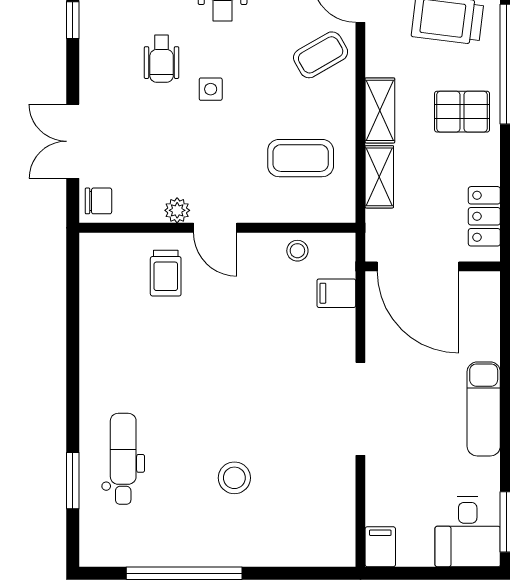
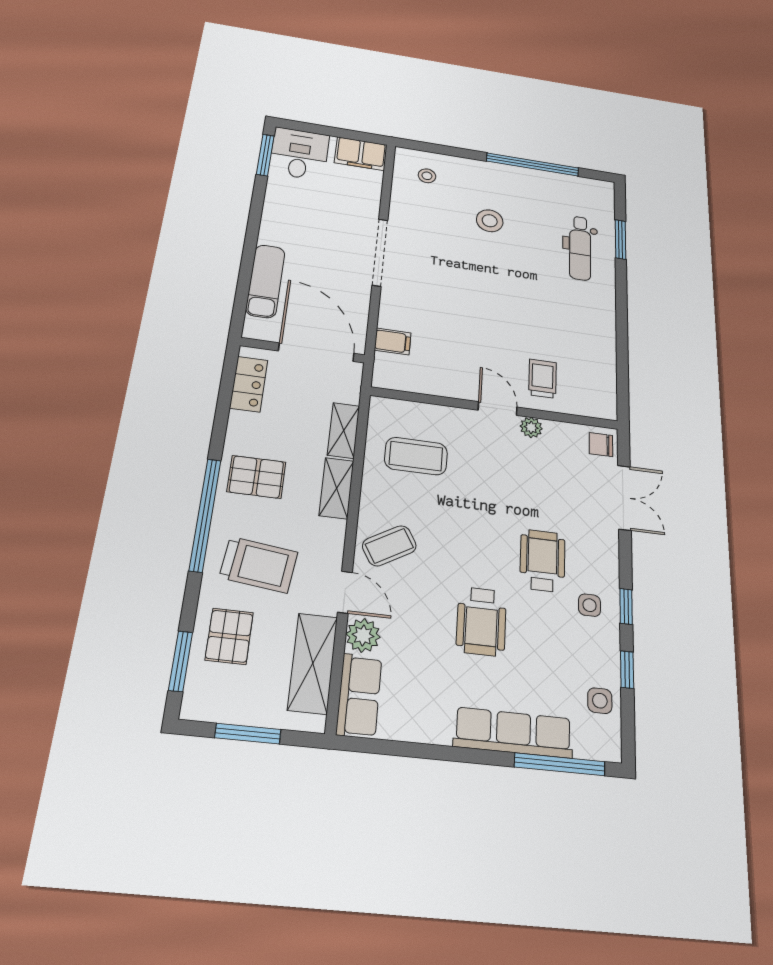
wheelchair: (162, 59) -> (542, 561), width x1.36, depth x1.37
side table: (211, 89) -> (590, 605), moved
stool: (297, 251) -> (427, 176), moved
exam couch: (484, 409) -> (265, 281), moved
filing cabinet: (380, 547) -> (361, 154), width x2.00

